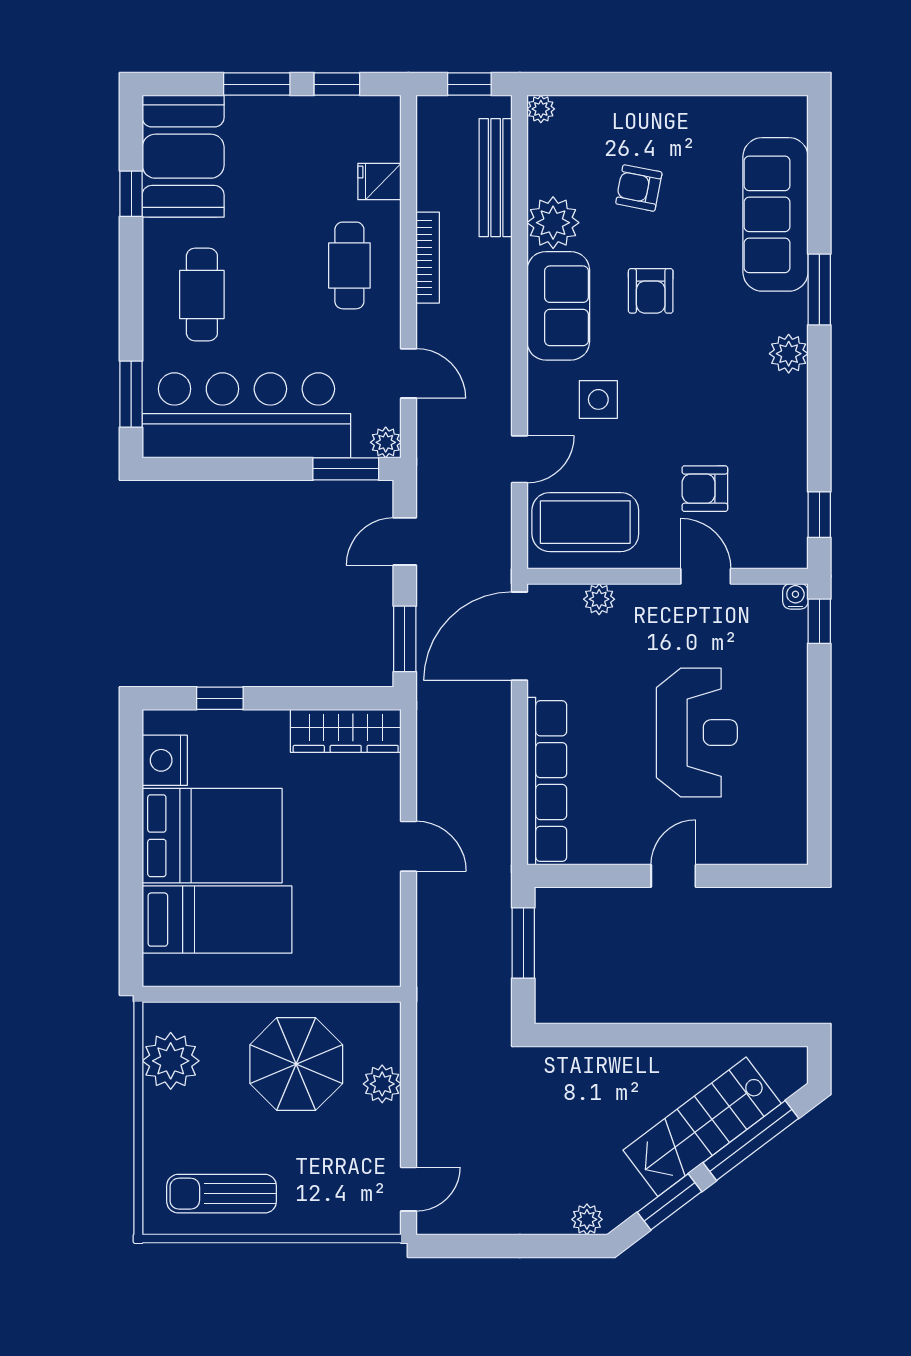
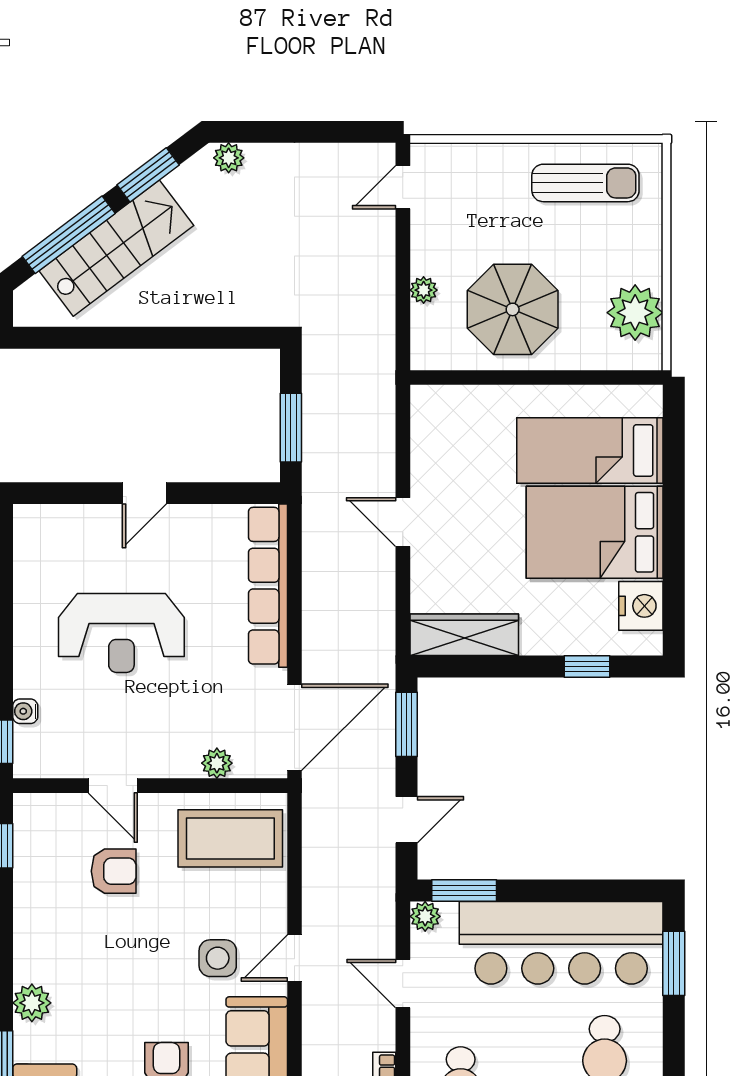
door: (520, 459) -> (295, 958), moved
water cooler: (795, 596) -> (25, 711), moved, turned 90
reception desk: (697, 733) -> (121, 633), turned -90
plant: (382, 1084) -> (424, 290), width x0.73, depth x0.73

